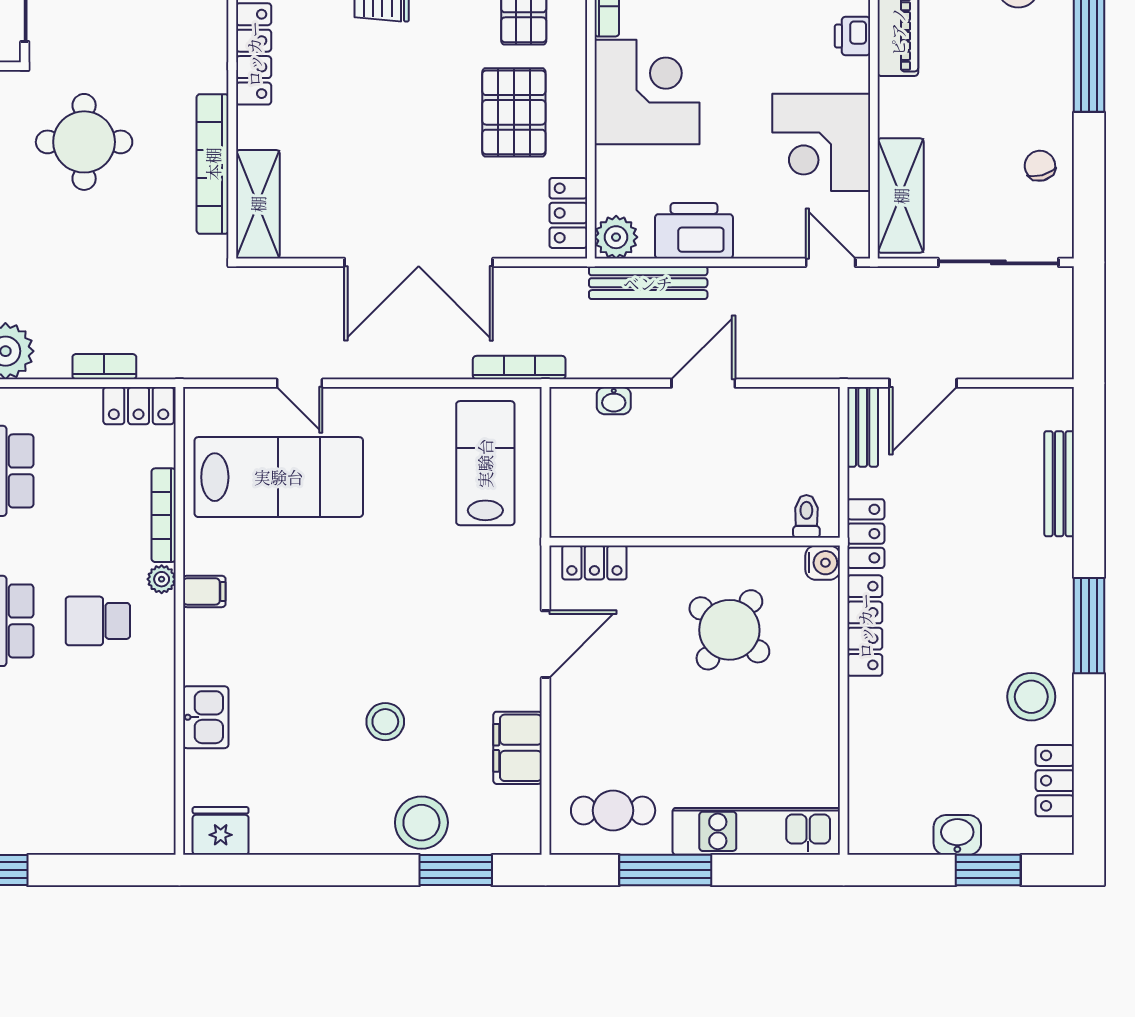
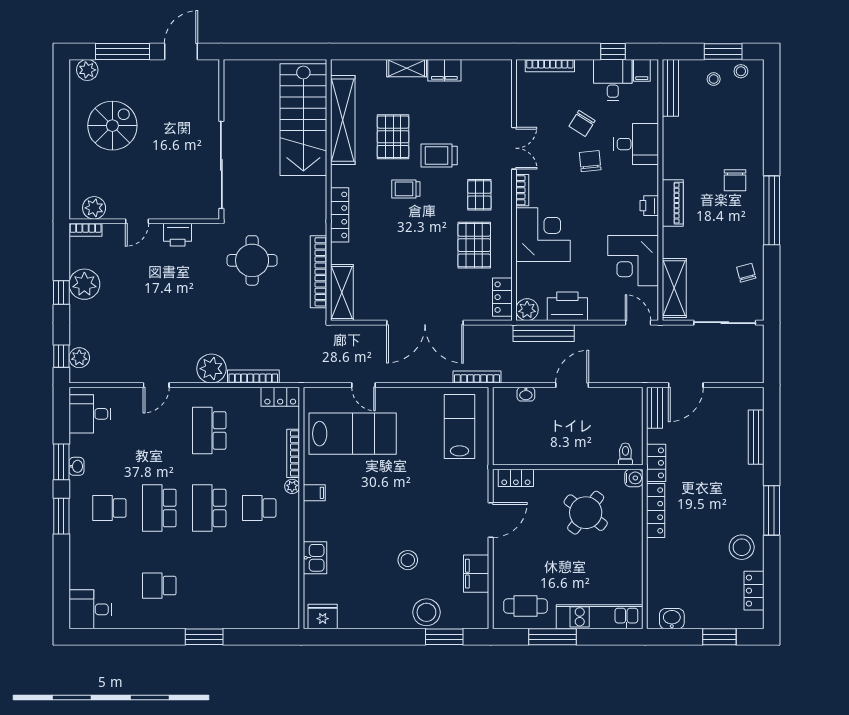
bookcase: (104, 367) -> (253, 377), width x1.56
washbasin: (957, 835) -> (672, 619), moved

